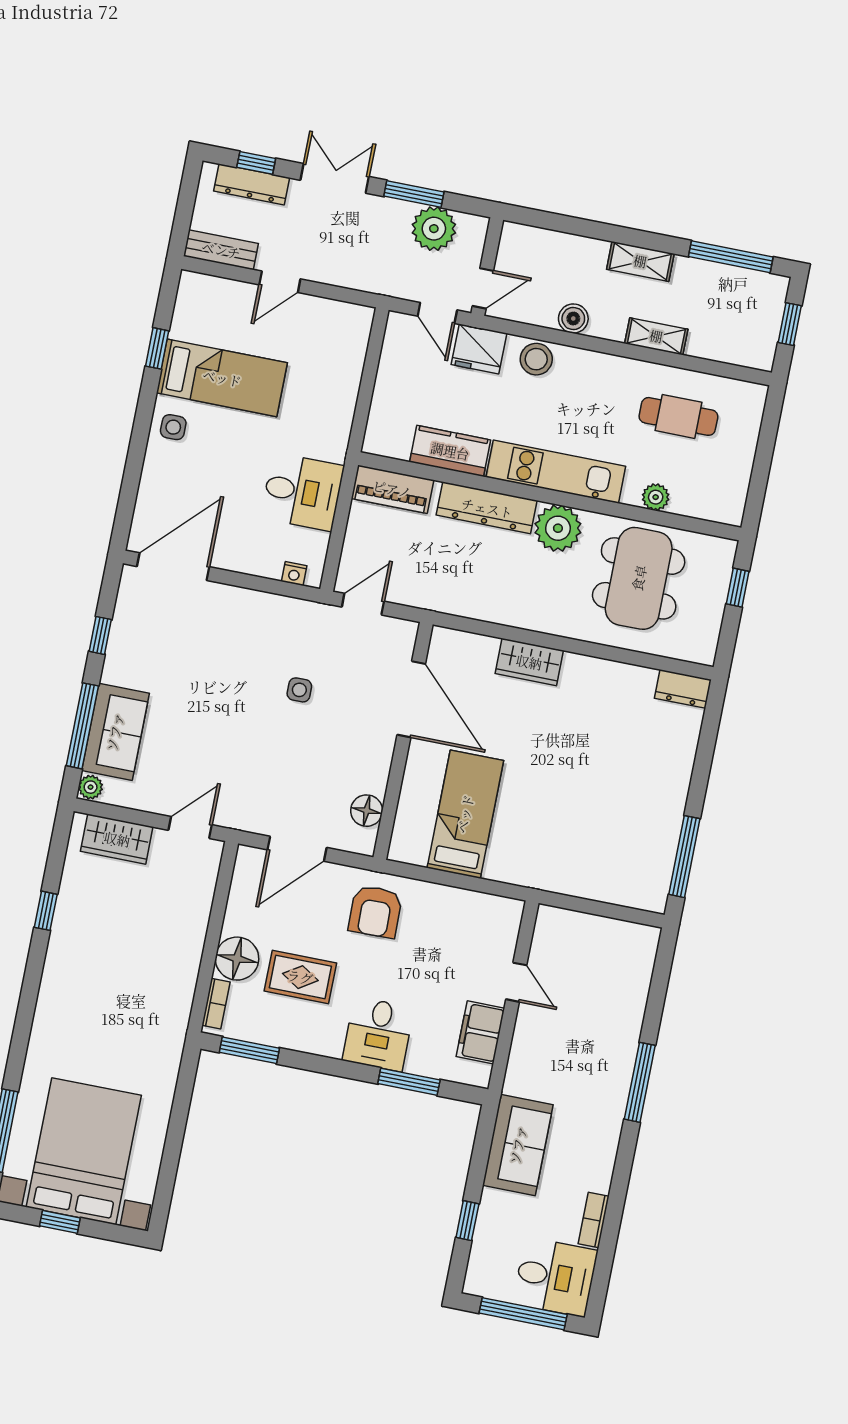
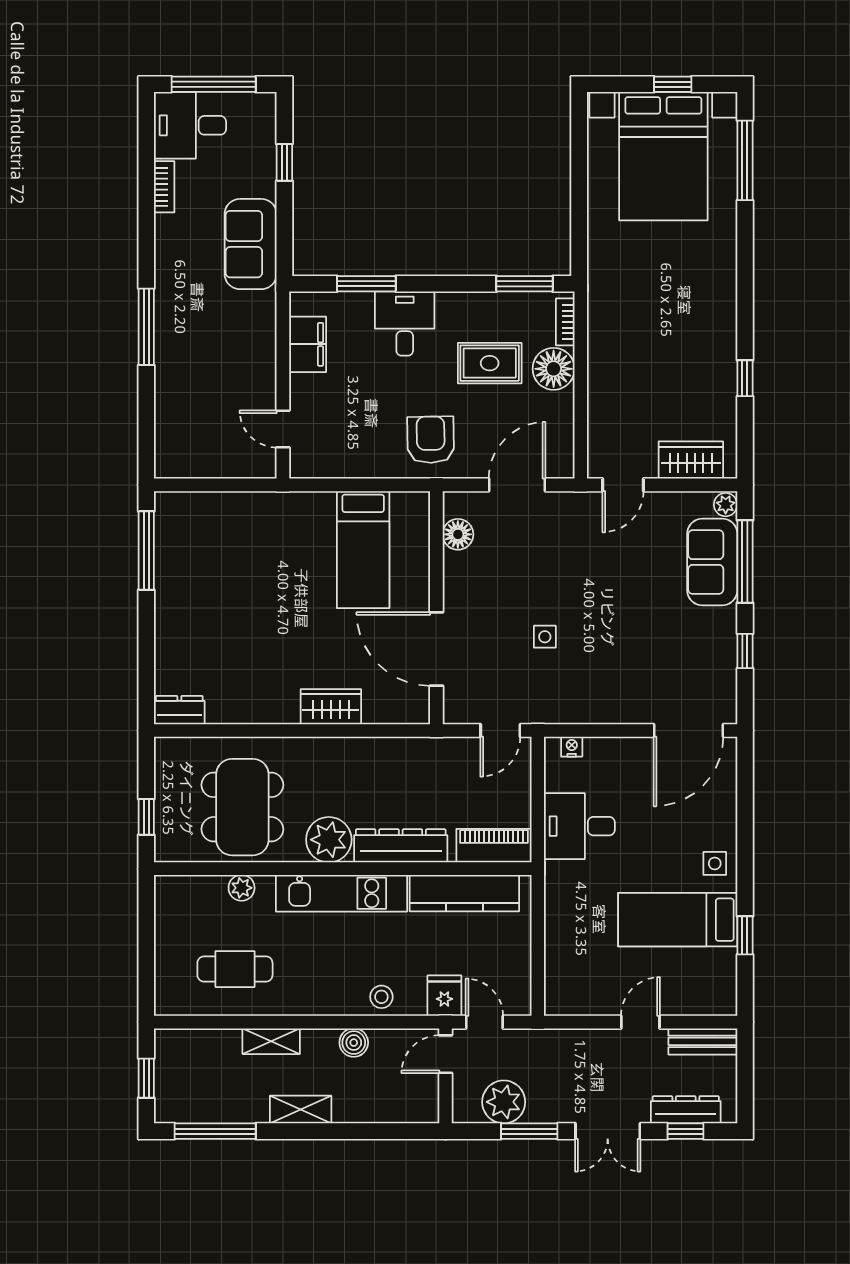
fridge: (479, 349) -> (444, 996), width x0.72
stool: (536, 359) -> (381, 997), width x0.73, depth x0.73
kitchen counter: (450, 451) -> (464, 893), width x1.50
door: (516, 982) -> (283, 429), moved

